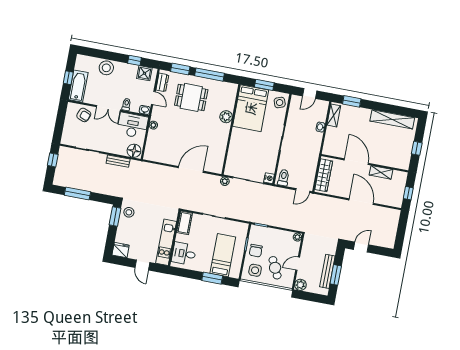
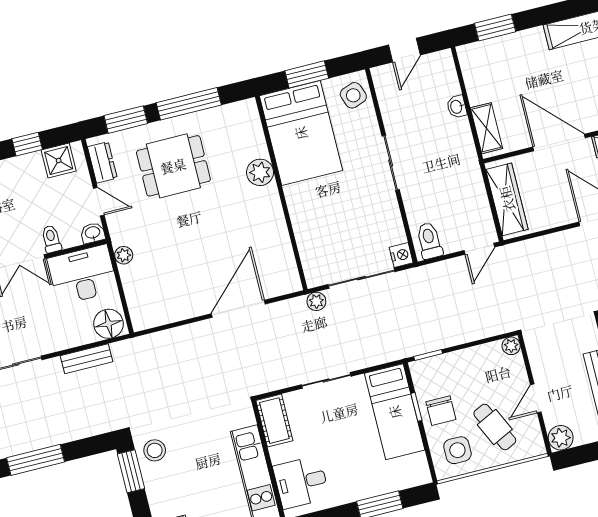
shelving: (334, 115) -> (486, 128), moved
bed: (223, 255) -> (395, 412), moved, turned 180

